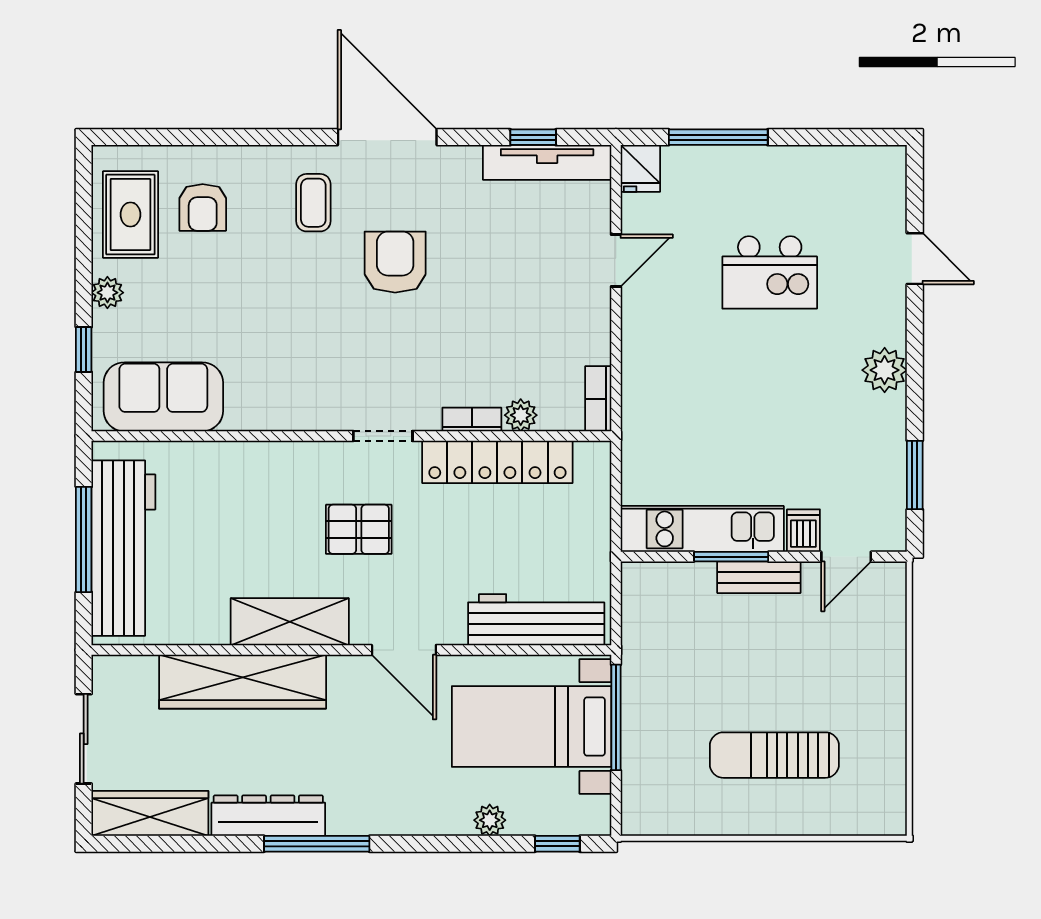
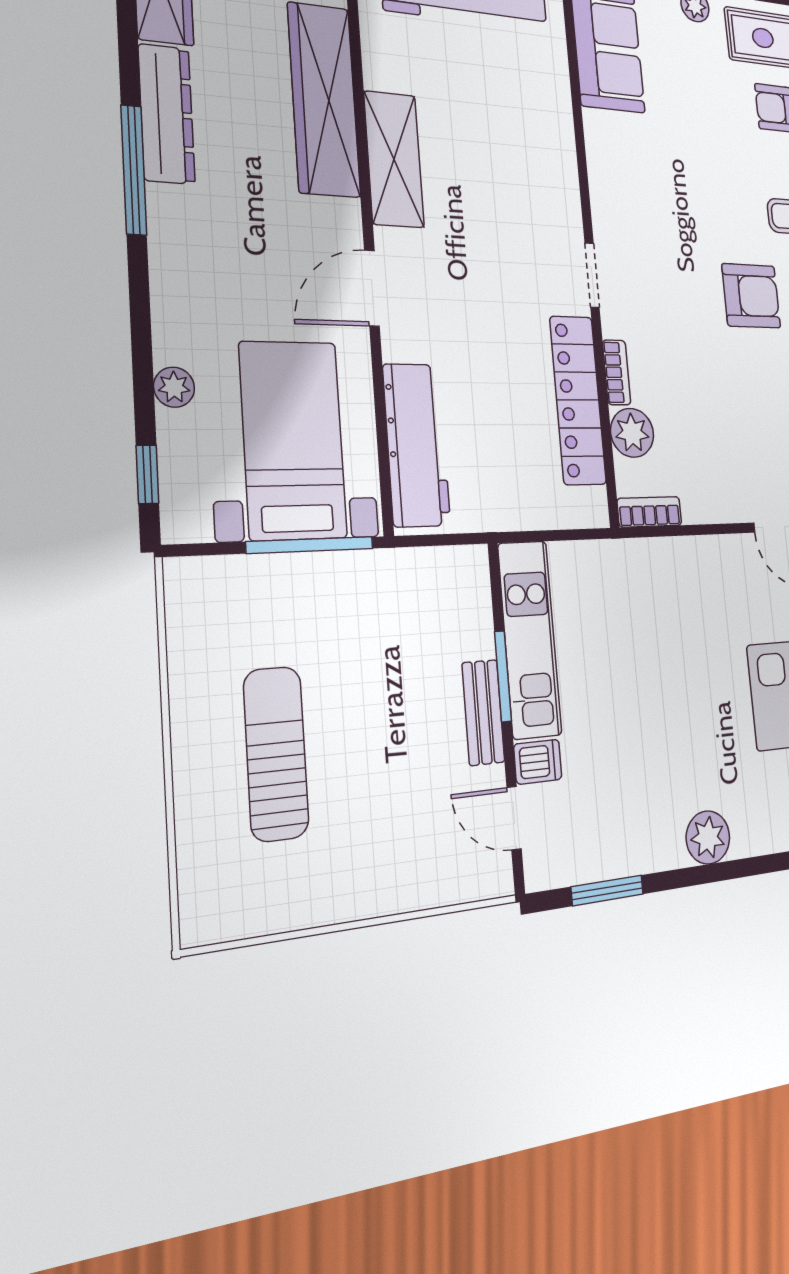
plant: (521, 415) -> (632, 433), width x1.38, depth x1.38
pallet: (359, 529) -> (497, 244), removed

